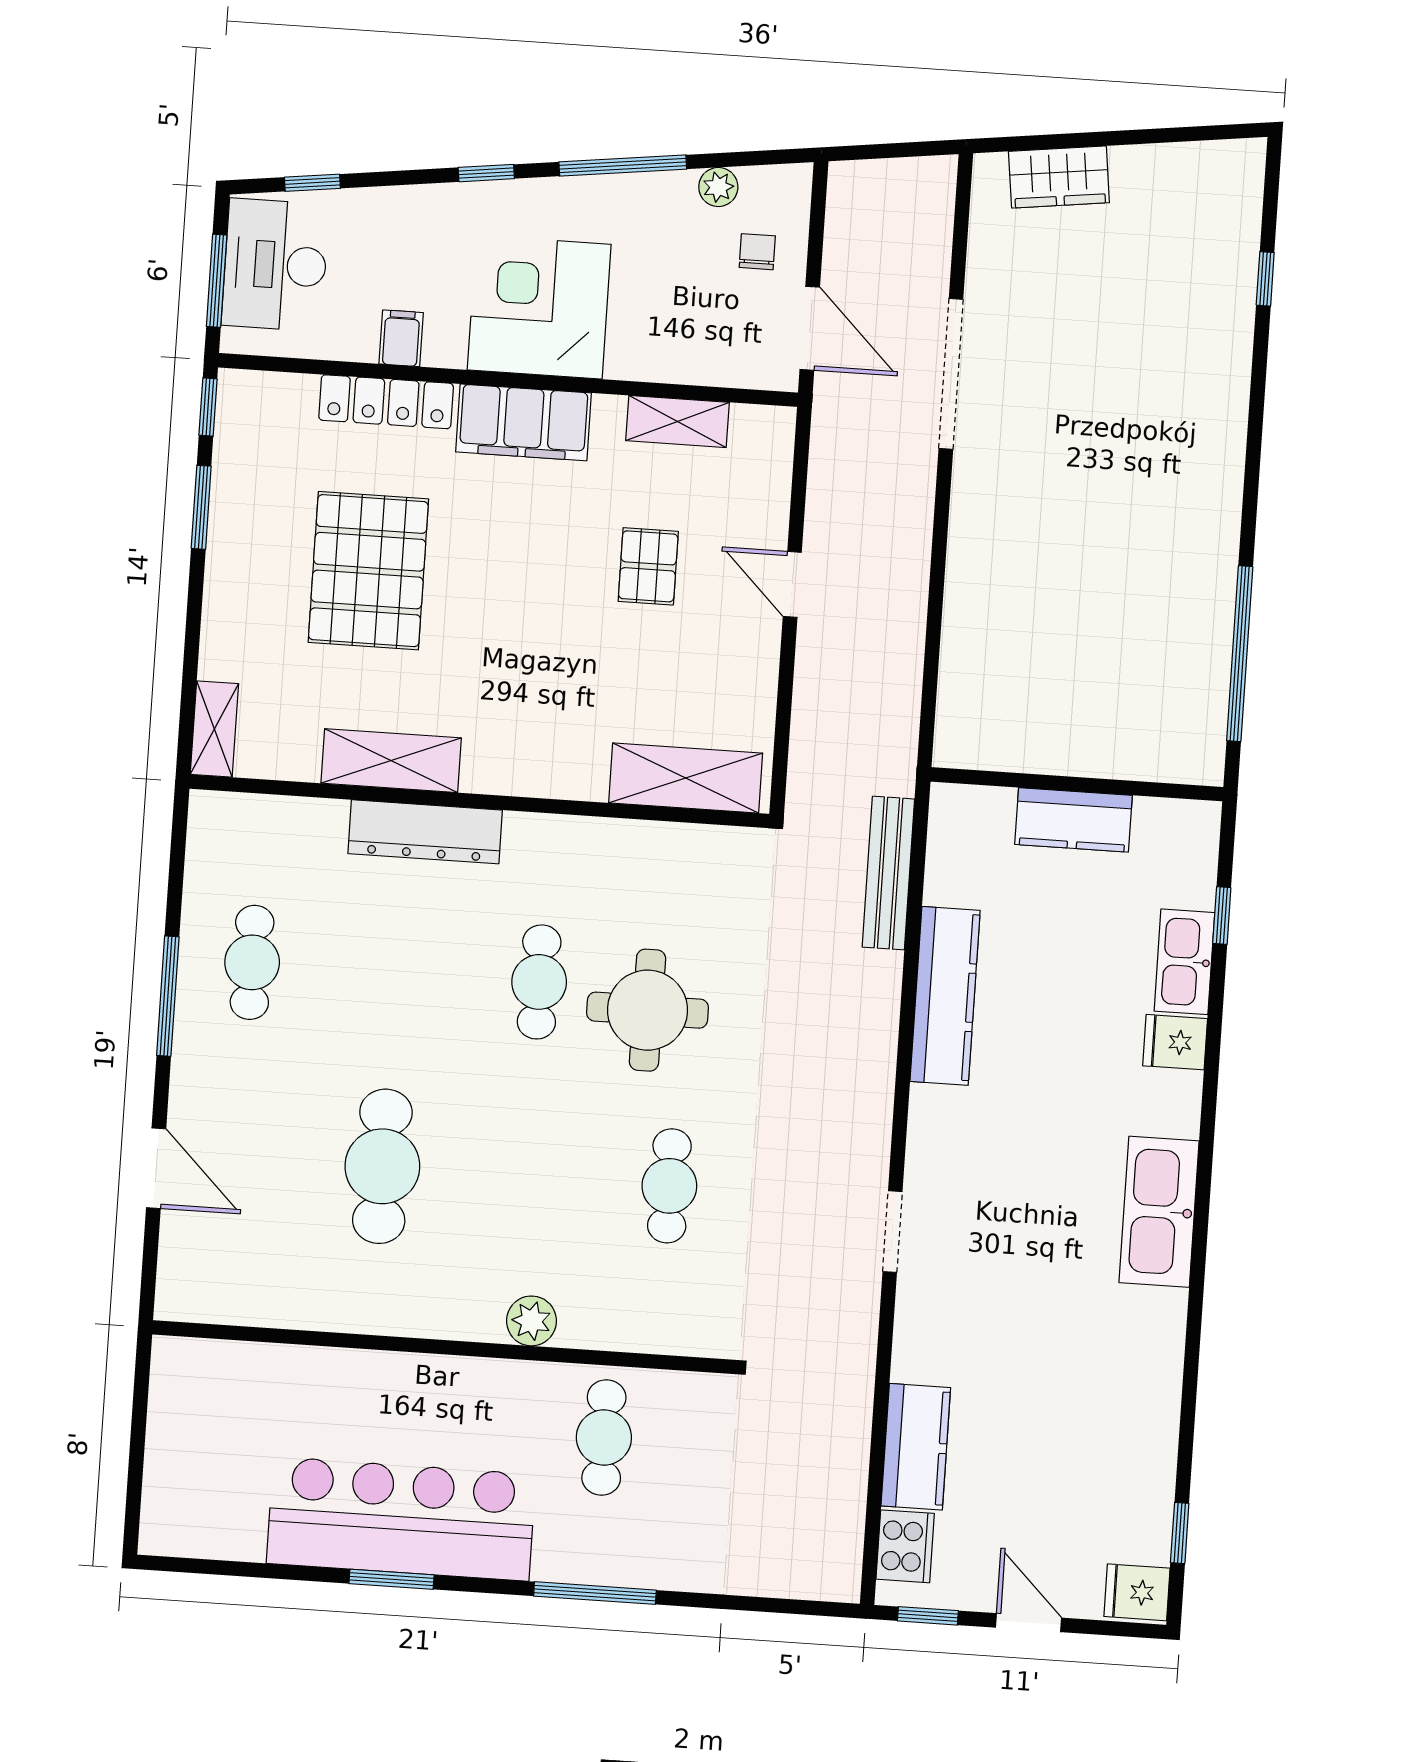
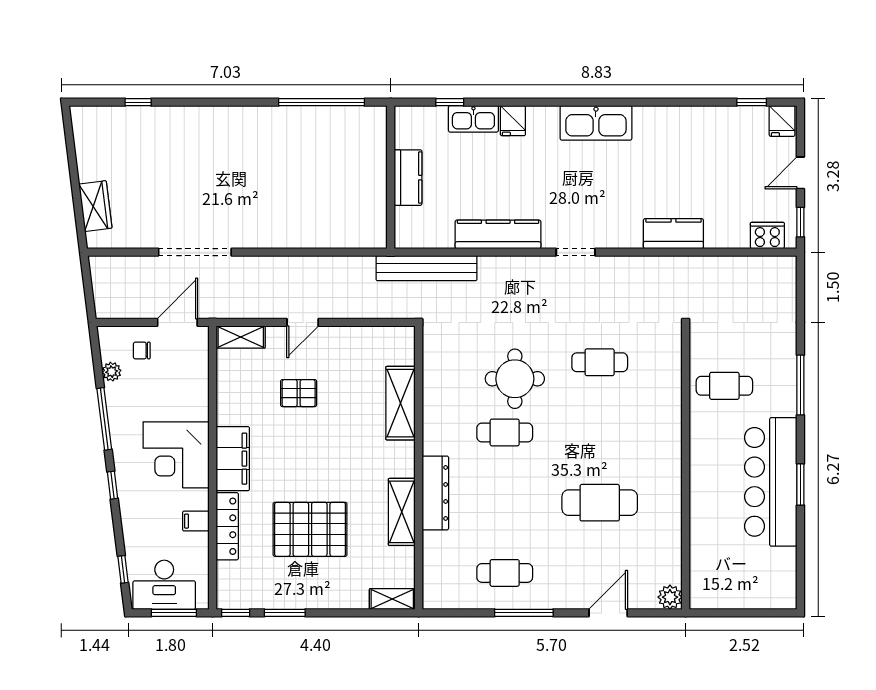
shelving: (677, 421) -> (241, 337), moved, turned 90
shelving: (686, 778) -> (400, 403), moved
bench: (888, 873) -> (427, 268), width x1.37, depth x1.21
doorway: (892, 1232) -> (576, 252), moved
plant: (531, 1321) -> (670, 597), moved
kitchen counter: (916, 1447) -> (673, 234), moved

